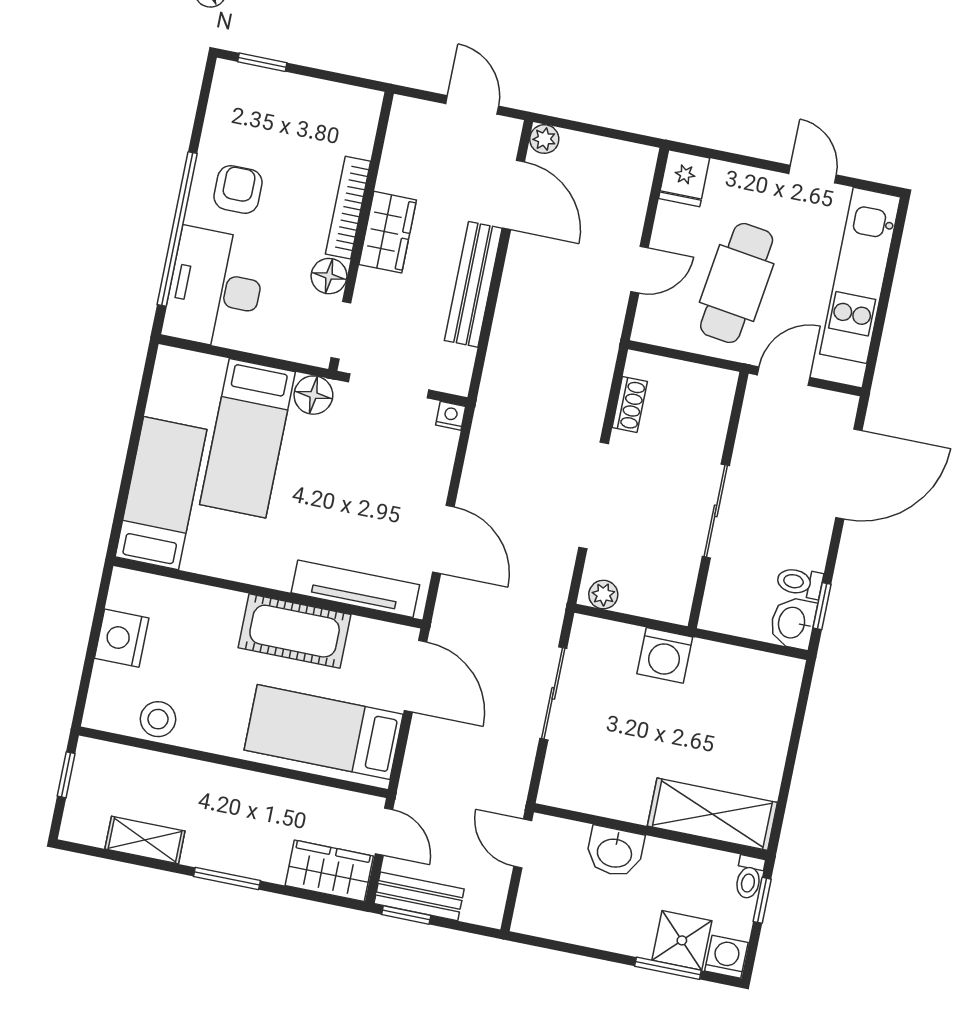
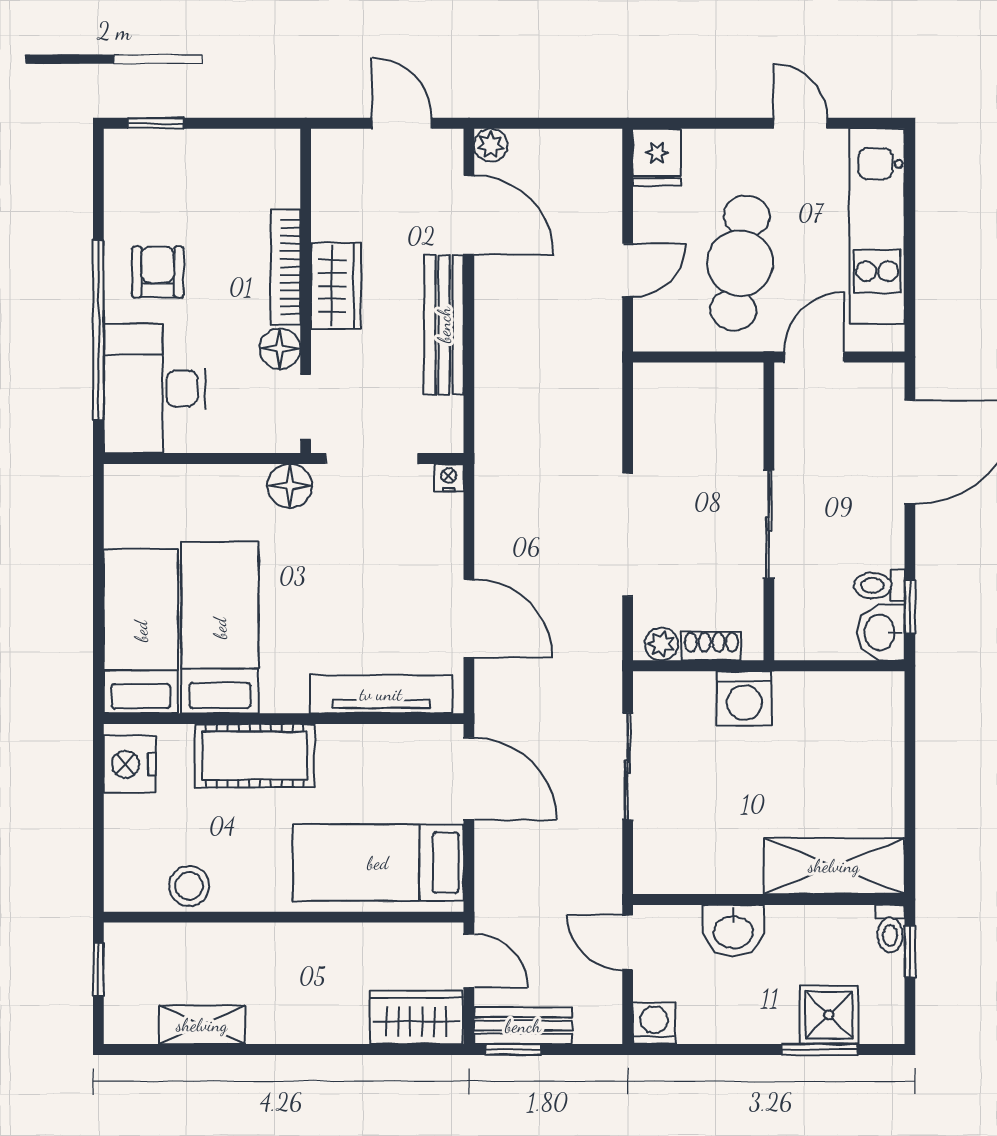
shoe rack: (630, 405) -> (711, 646), moved, turned -90
bed: (248, 438) -> (220, 628), moved, turned 180
cot: (295, 631) -> (255, 756), moved
nightstand: (122, 638) -> (130, 764), moved
window: (227, 879) -> (303, 1050), removed
washing machine: (726, 957) -> (654, 1023), moved

